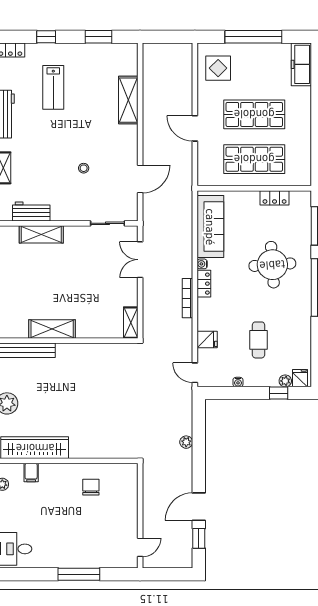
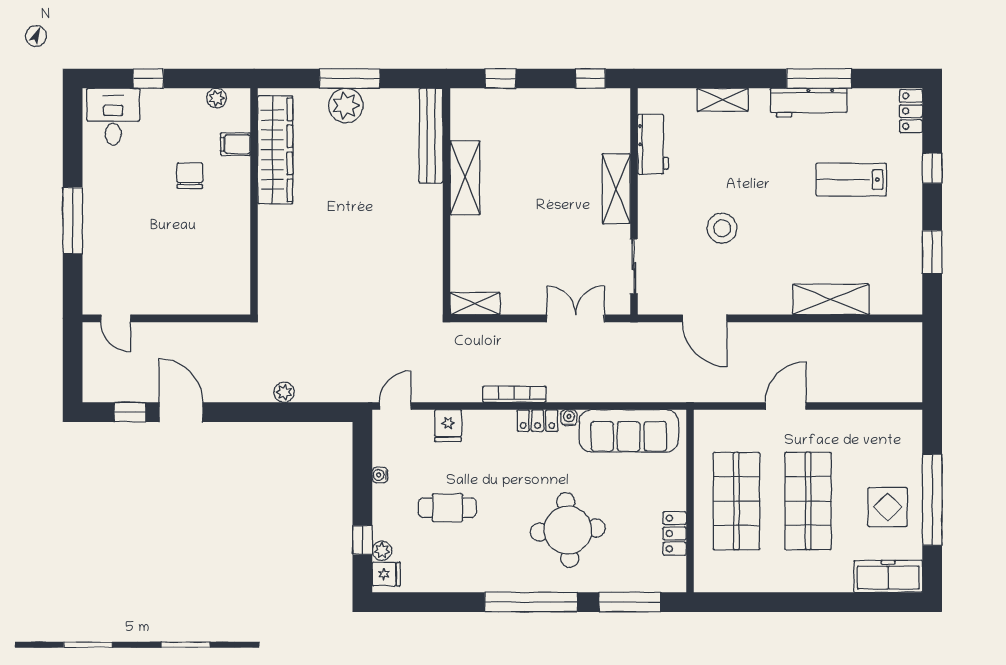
display table: (218, 68) -> (888, 507), moved
stool: (84, 168) -> (722, 228), width x1.89, depth x1.89
shelving: (41, 234) -> (616, 189), moved
chair: (91, 487) -> (190, 176), moved, turned -90

